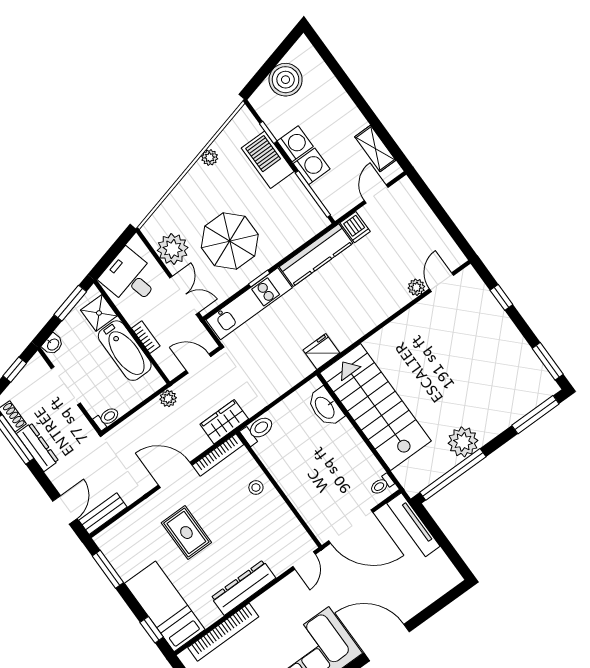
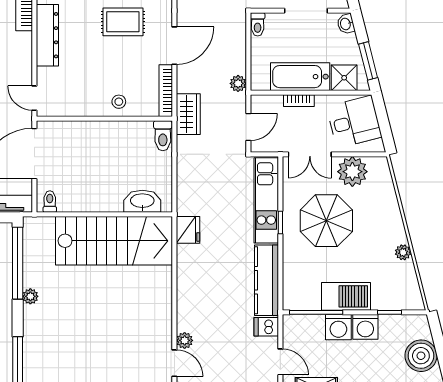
barbecue: (268, 160) -> (346, 296), moved
plant: (463, 442) -> (30, 296), width x0.53, depth x0.53

